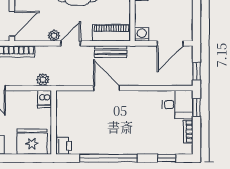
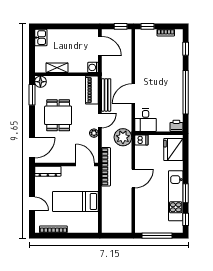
door: (71, 43) -> (100, 121), swing flipped
bench: (111, 52) -> (106, 95), width x1.36
plant: (43, 80) -> (123, 137), width x1.88, depth x1.88
desk: (177, 105) -> (146, 120), moved, turned 180

